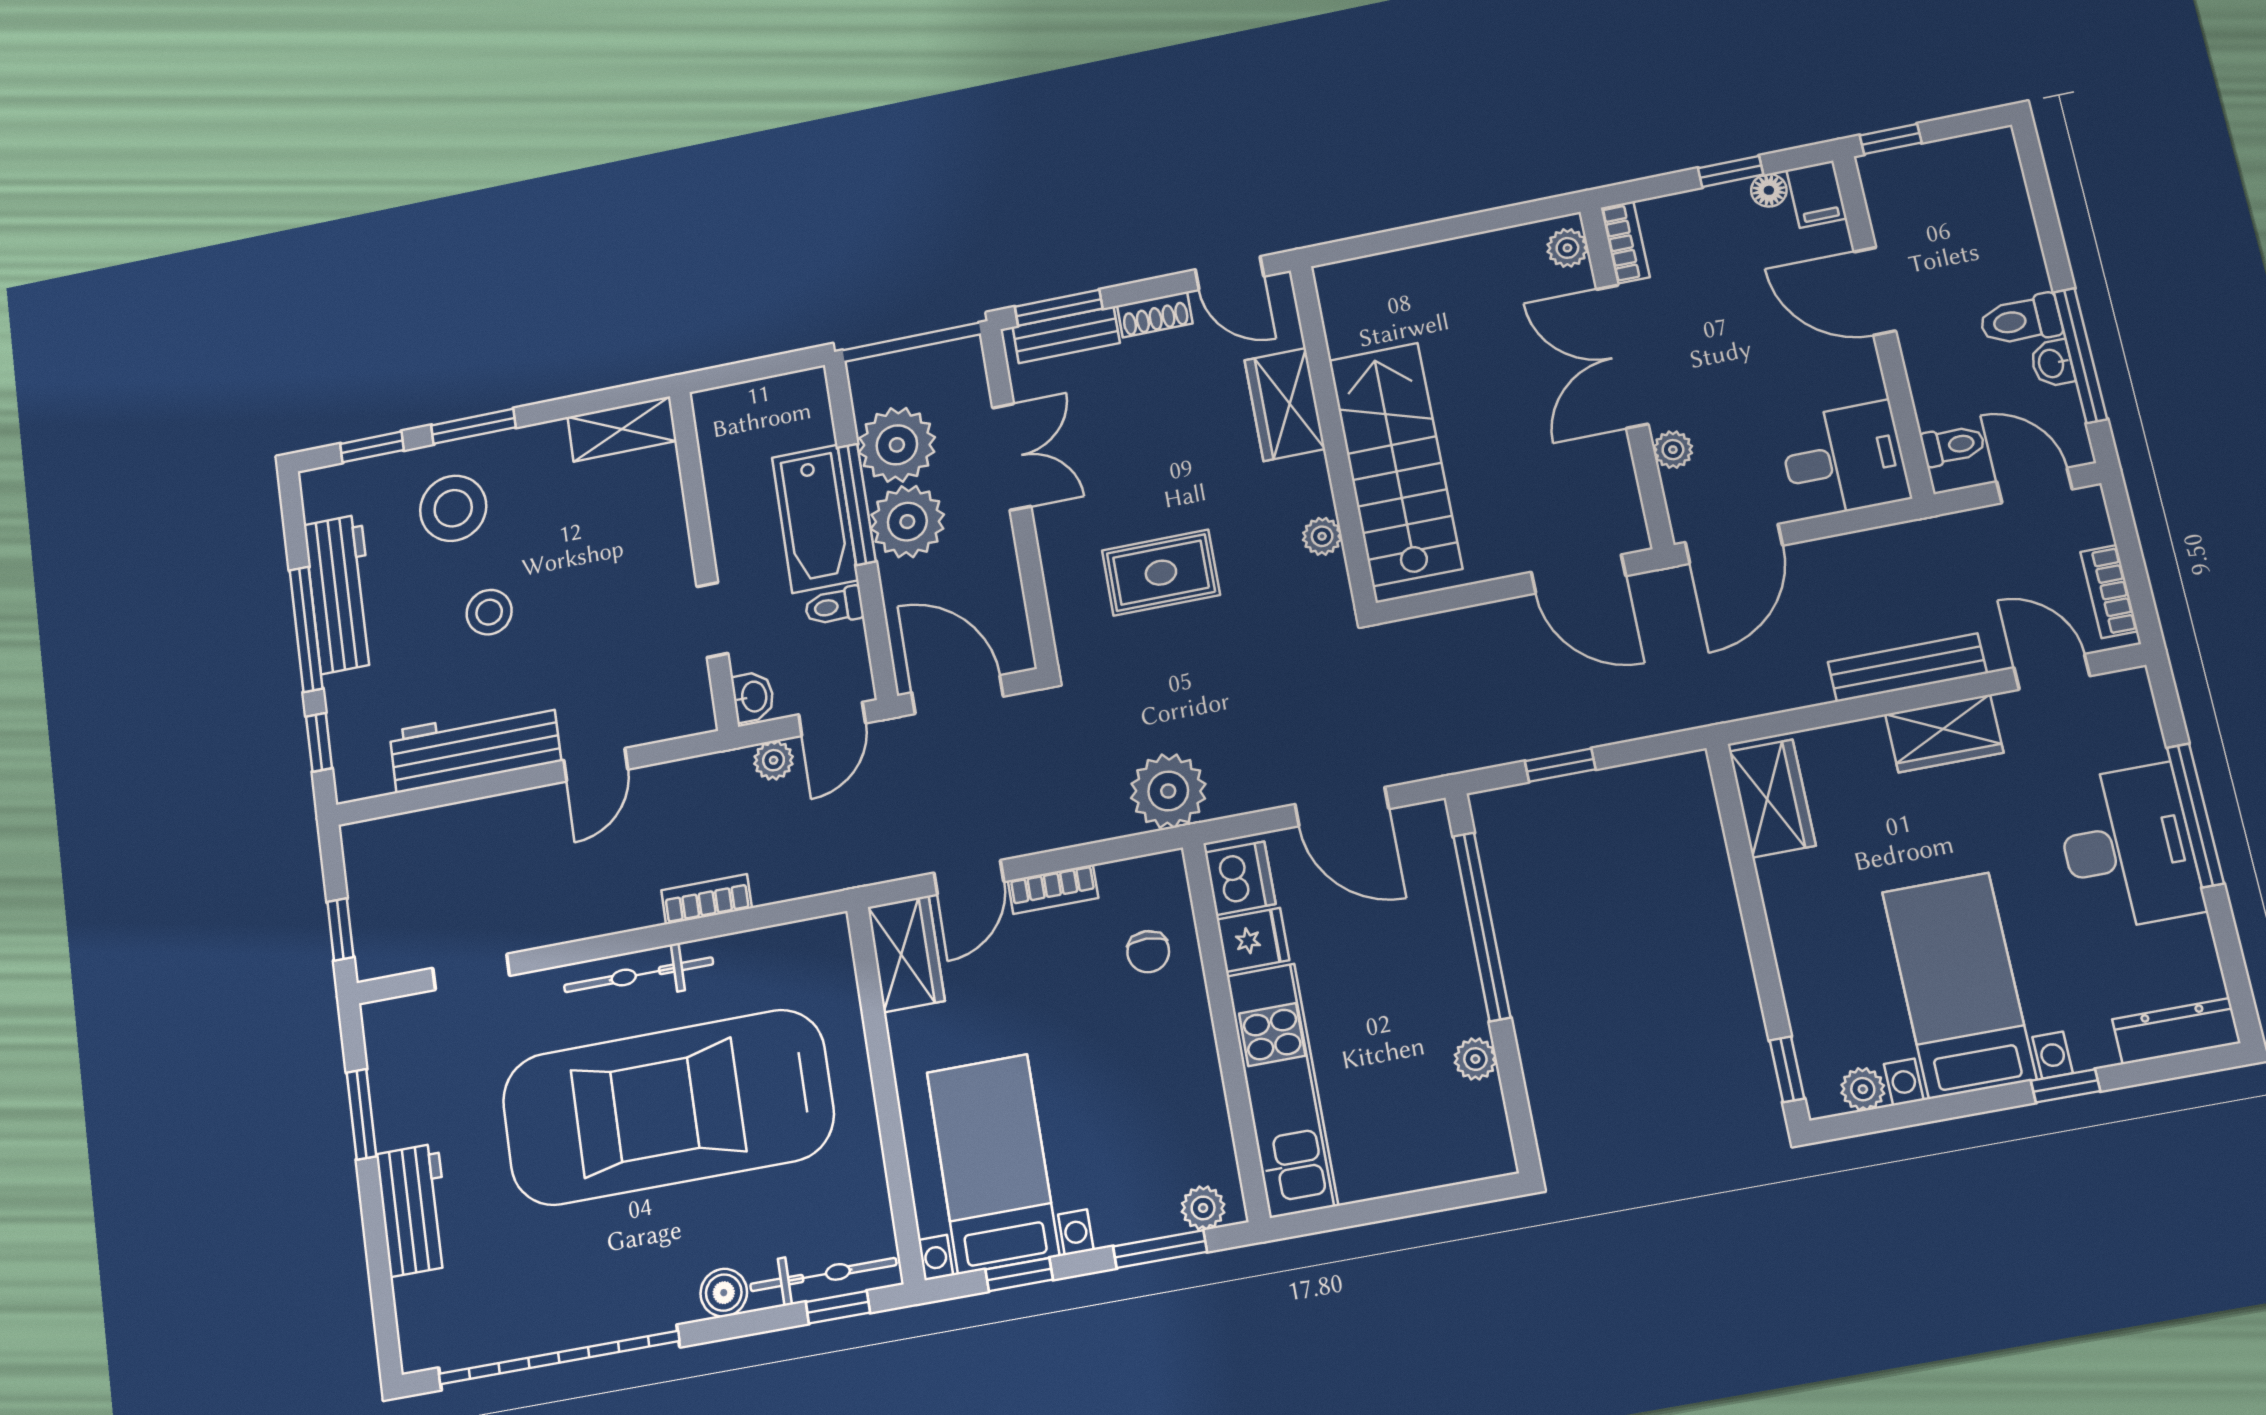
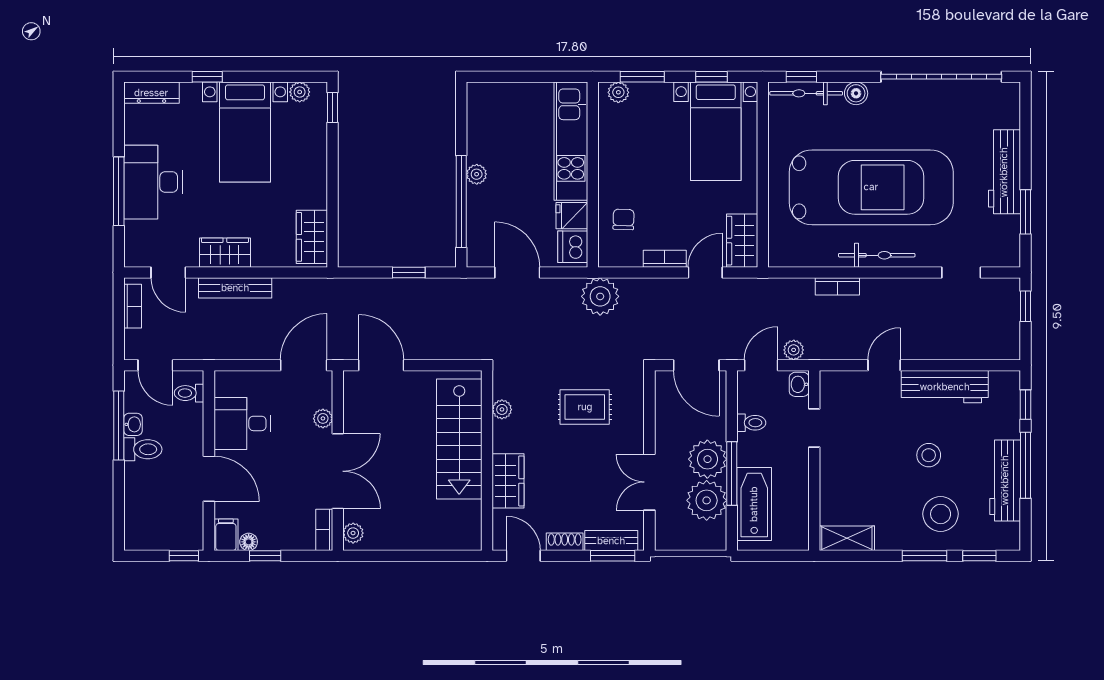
desk: (1844, 460) -> (242, 423), moved
bathtub: (815, 519) -> (754, 504), moved
plant: (1475, 1059) -> (477, 174), moved
workbench: (414, 1210) -> (1004, 172), width x1.37

